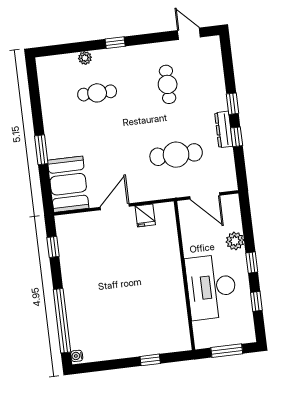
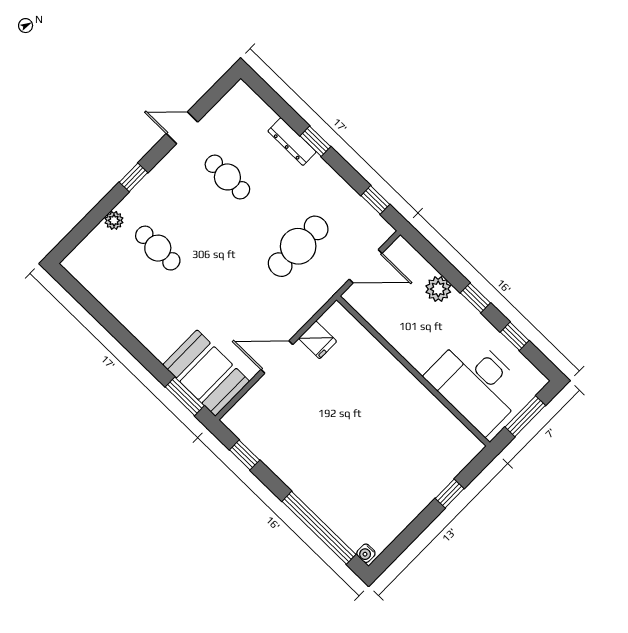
door: (189, 34) -> (182, 128), moved
cafe table: (97, 93) -> (158, 248), turned 90
dresser: (224, 129) -> (292, 142), moved
window: (237, 137) -> (375, 200), moved
window: (41, 150) -> (185, 396), moved
door: (115, 207) -> (277, 357), hinge flipped
desk: (211, 287) -> (477, 384), moved

